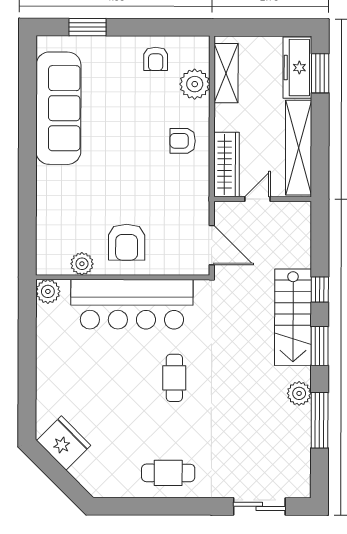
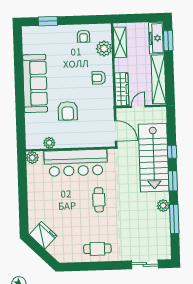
sofa: (58, 108) -> (35, 83), moved
armchair: (127, 242) -> (68, 111), moved
stairs: (293, 317) -> (154, 158), width x1.36, depth x1.51

